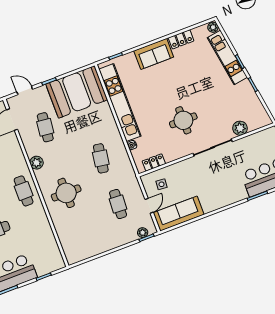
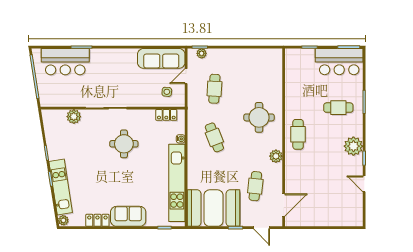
cafe table: (101, 158) -> (214, 137), turned -30

